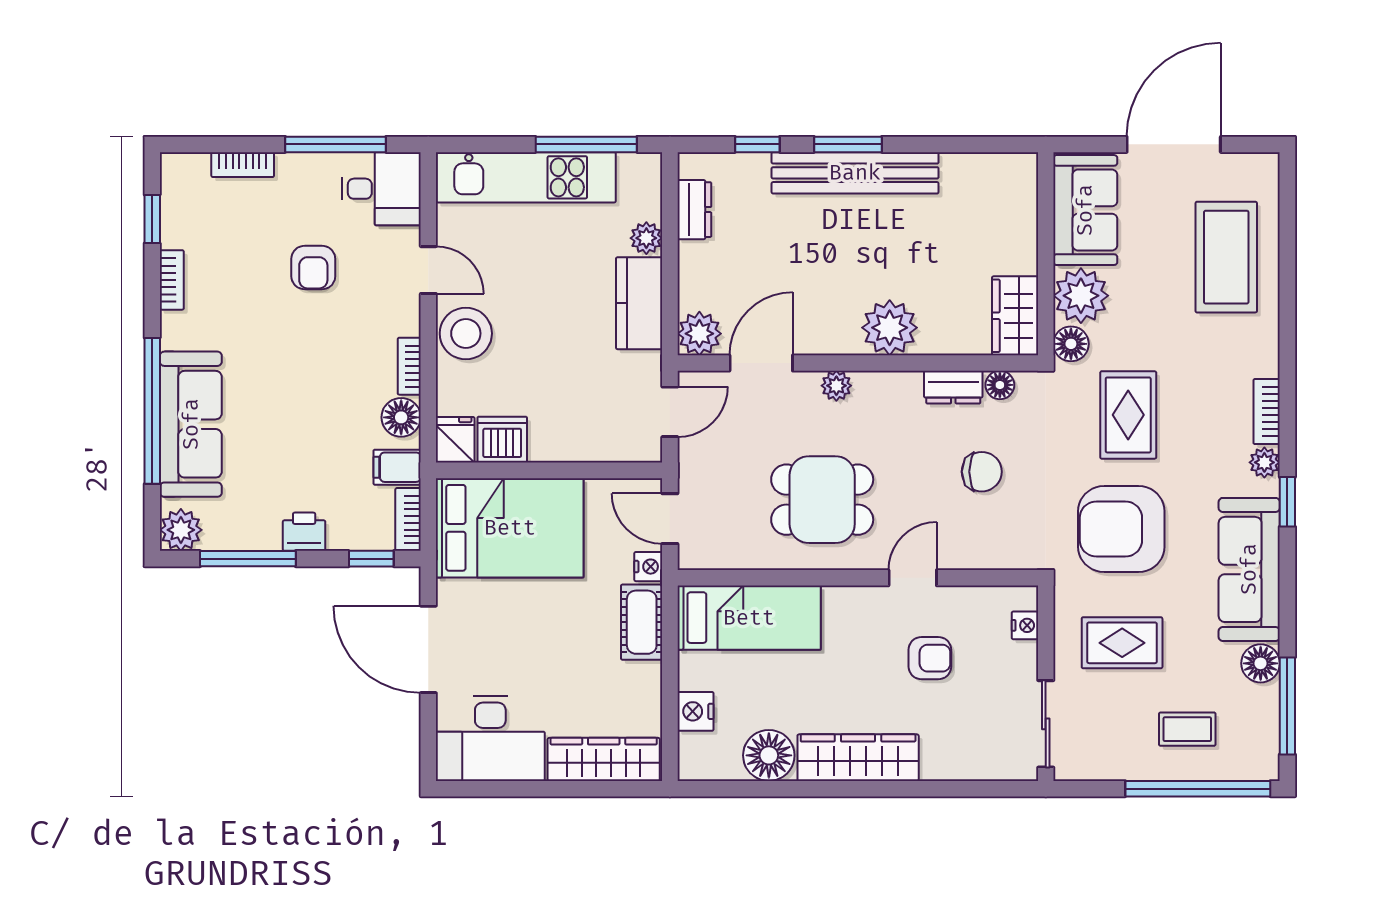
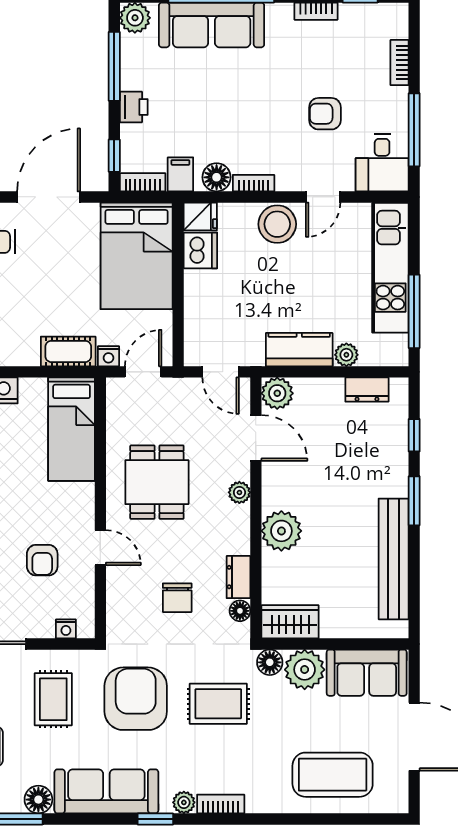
bench: (855, 173) -> (394, 559), moved

